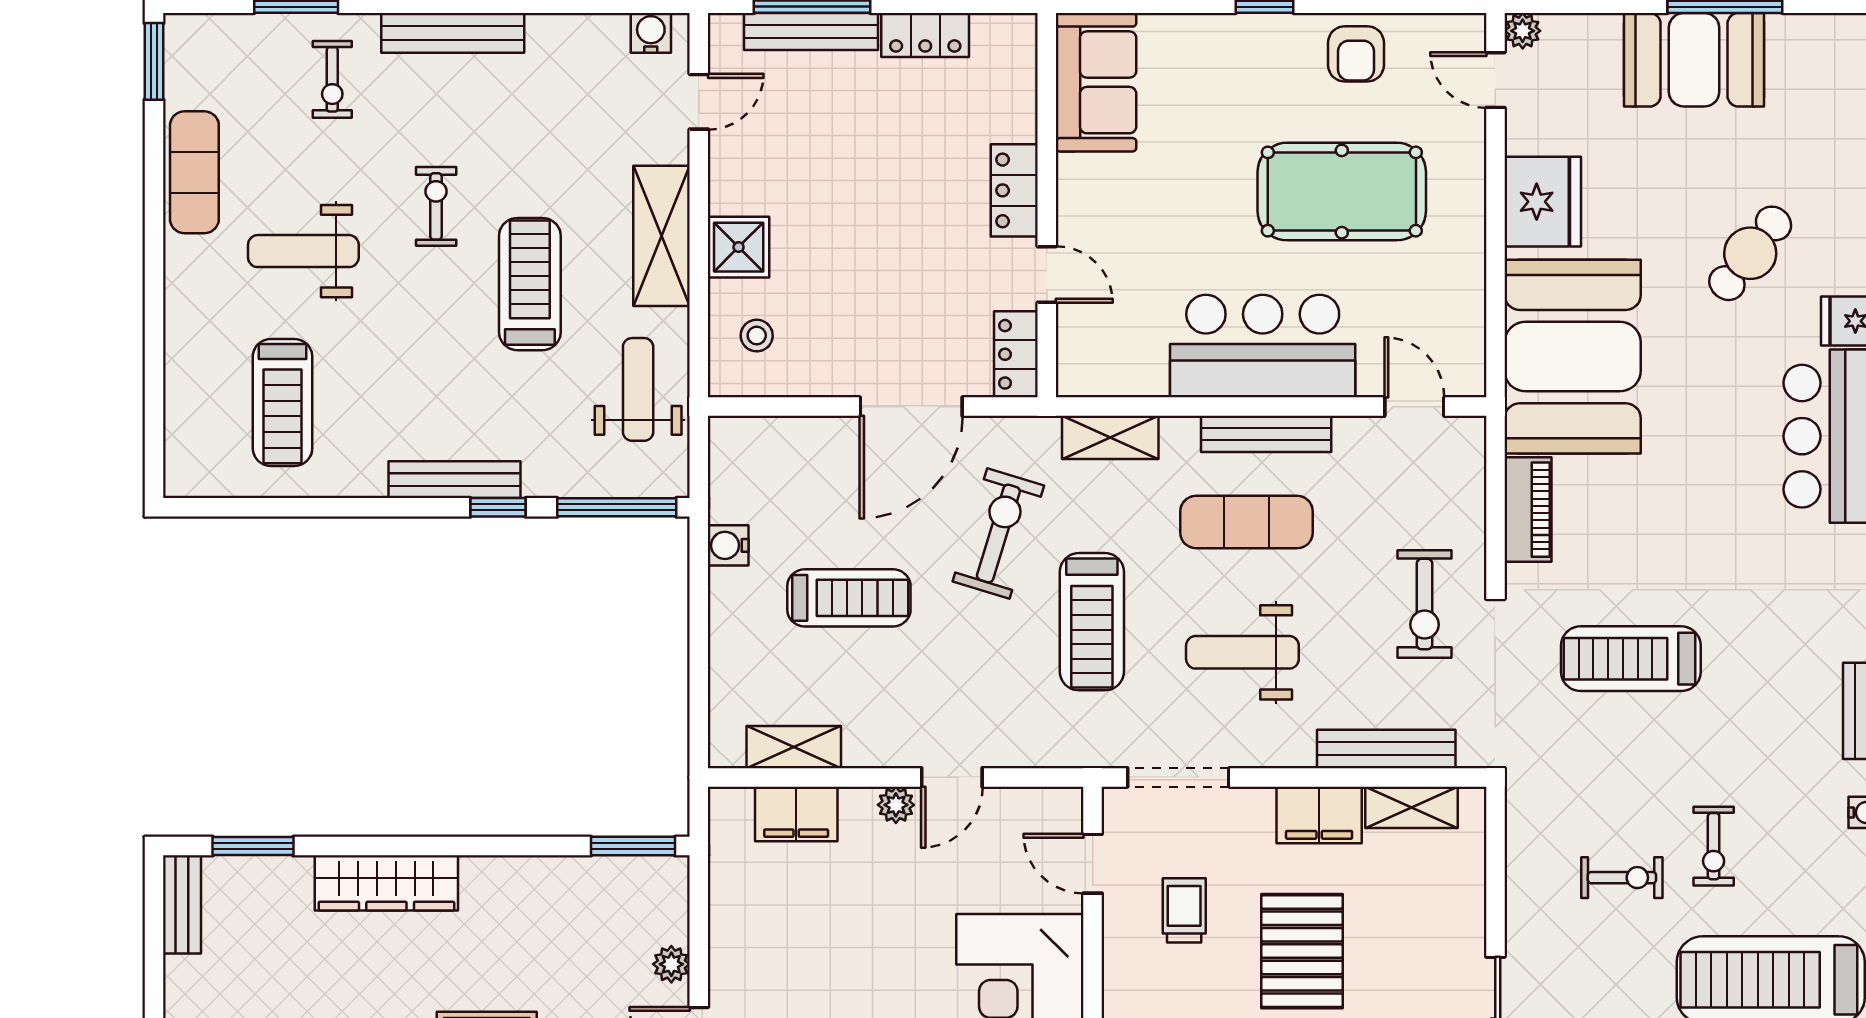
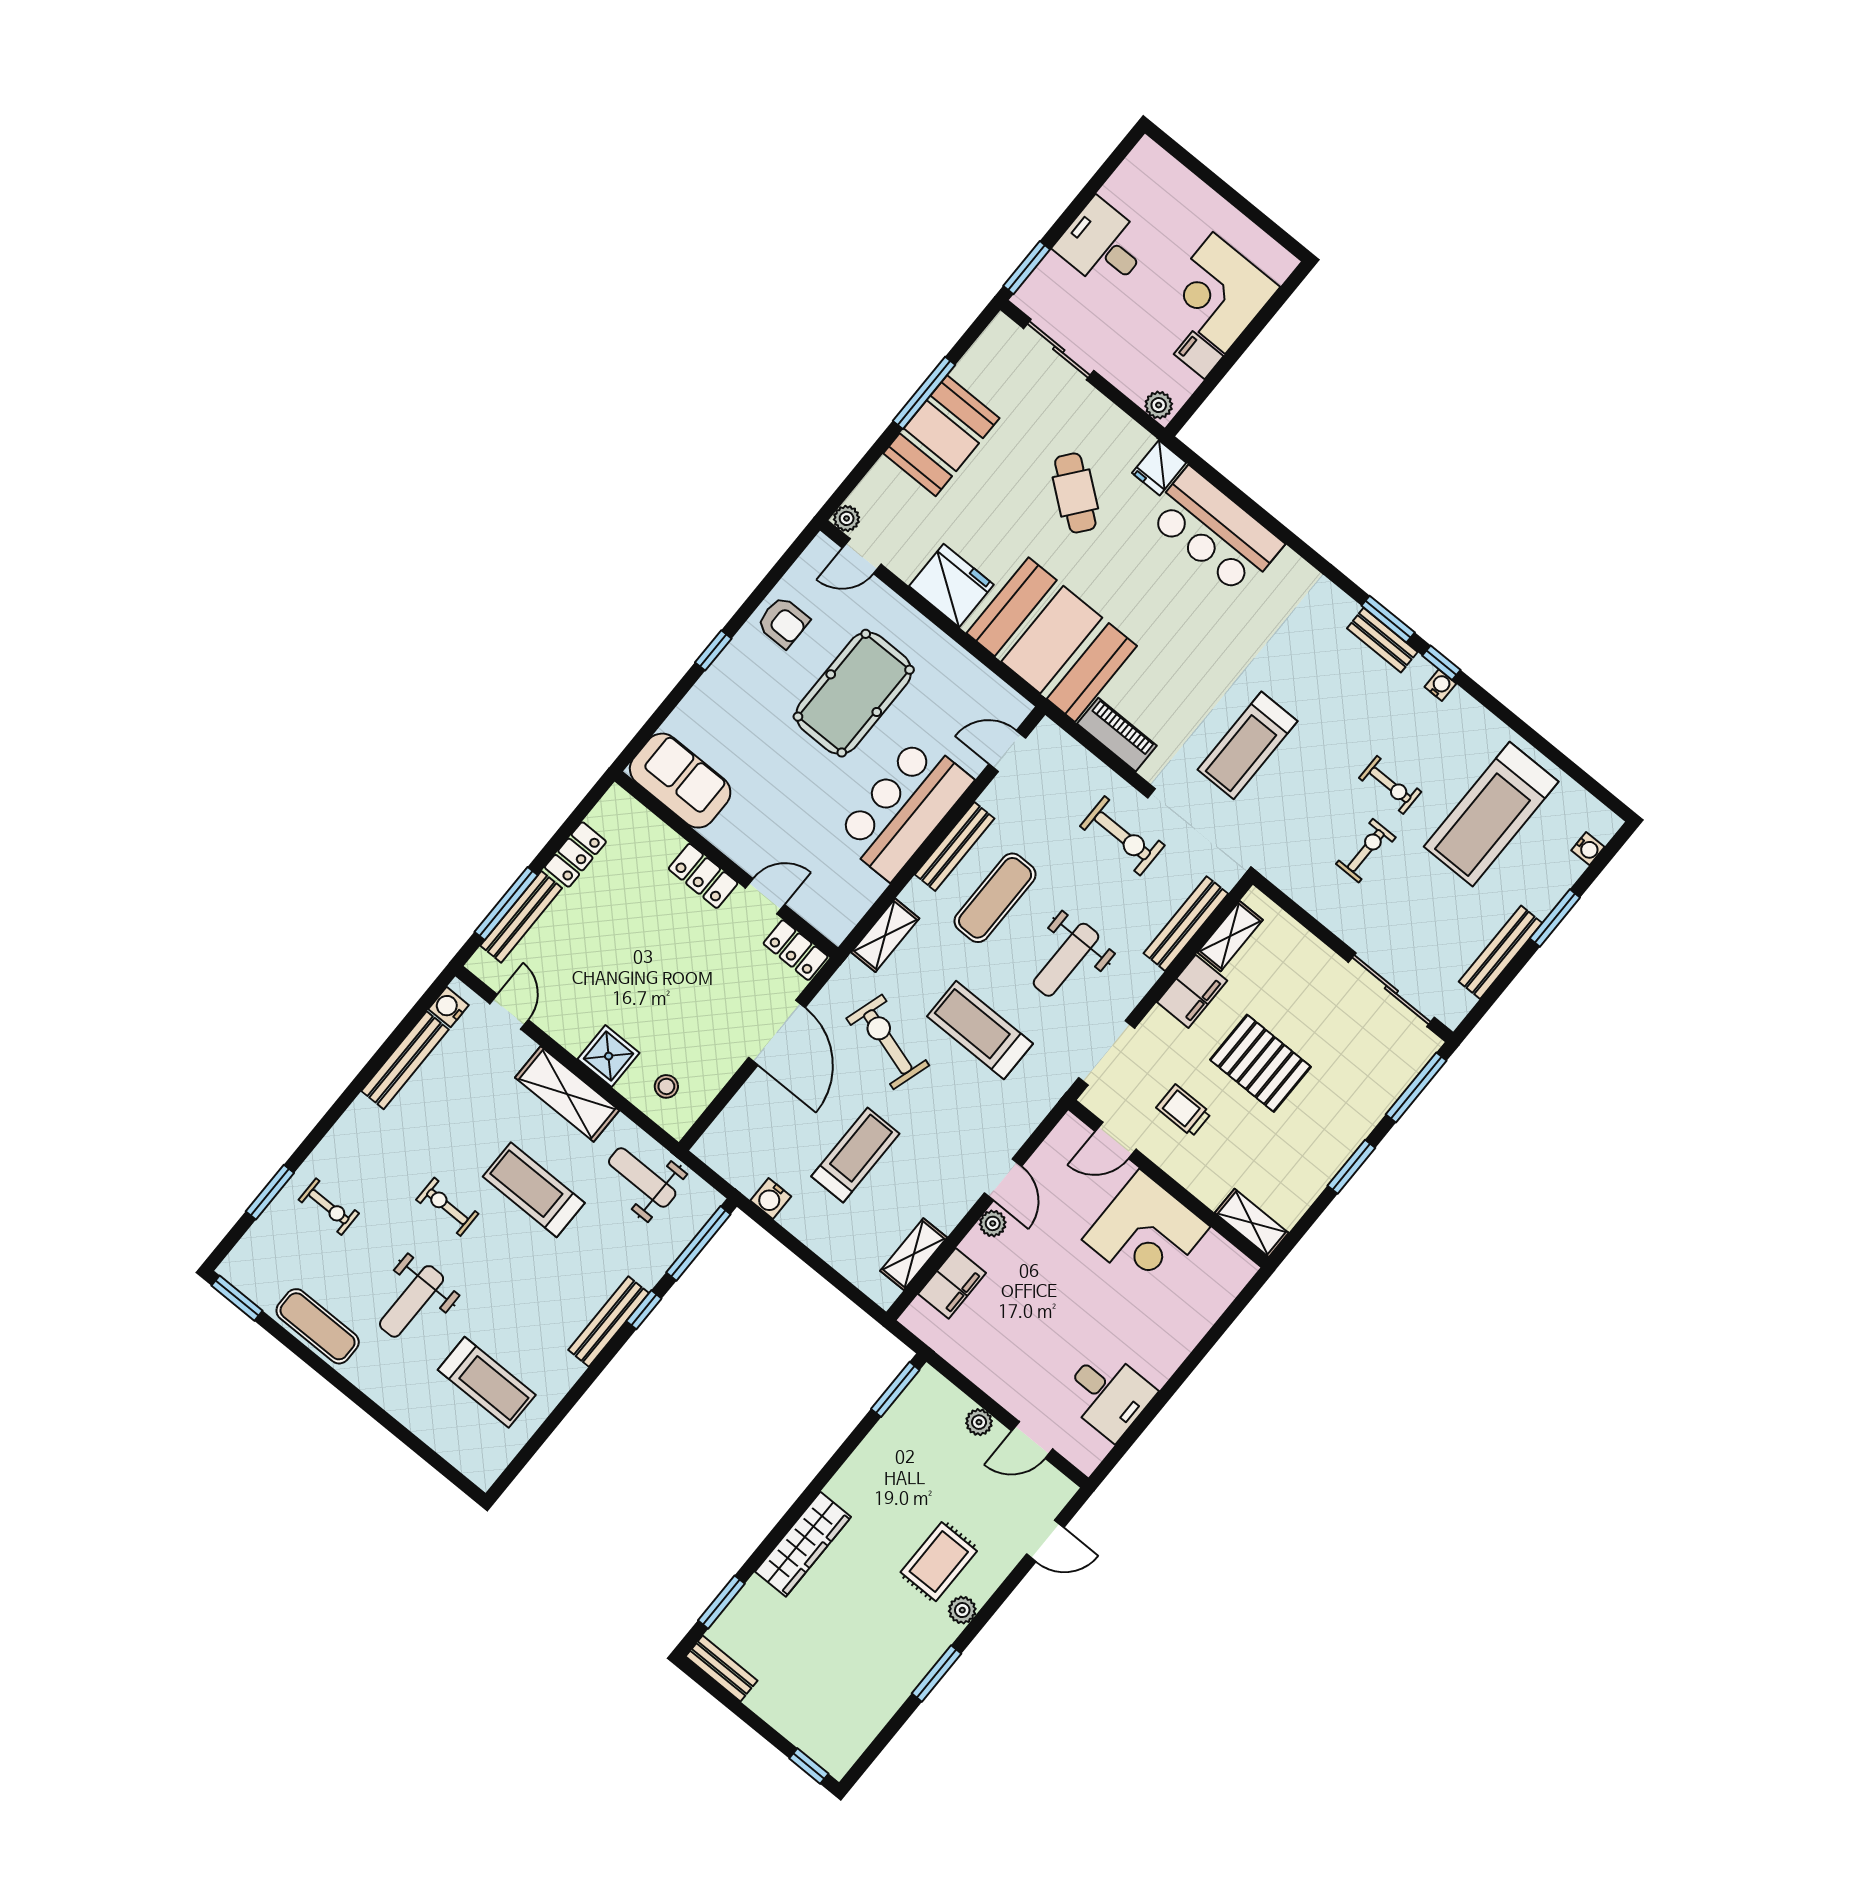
bench: (453, 33) -> (405, 1060), moved
treadmill: (1092, 622) -> (980, 1030), turned 180

